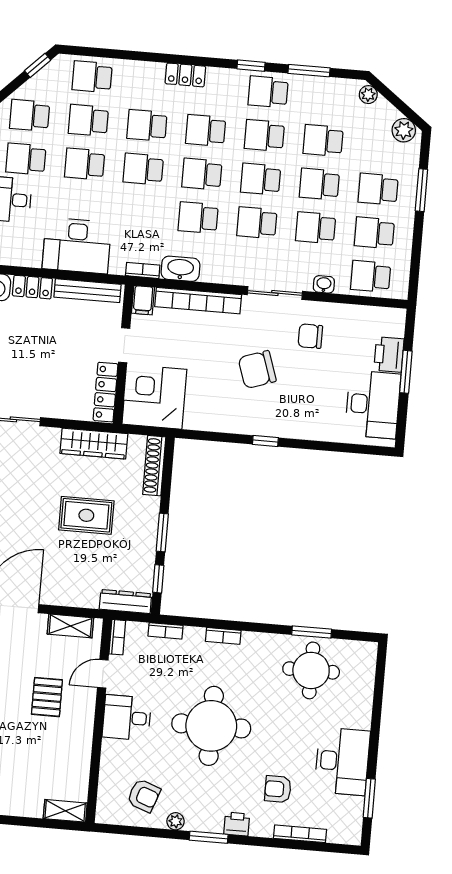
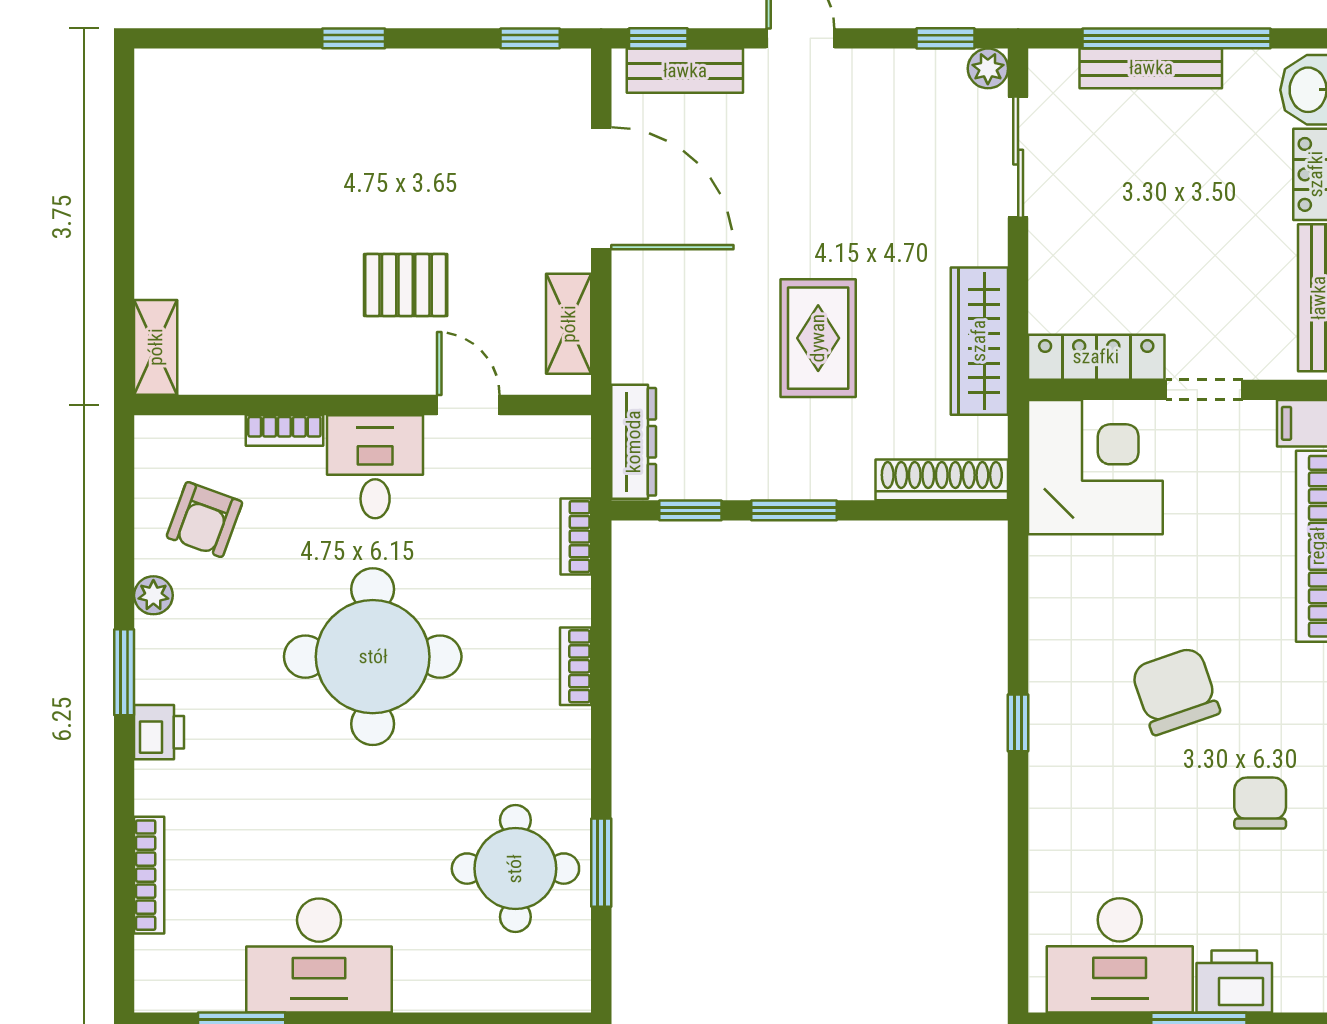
bookcase: (117, 637) -> (284, 430), moved
armchair: (278, 789) -> (245, 817), removed

